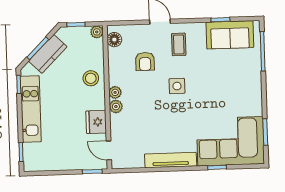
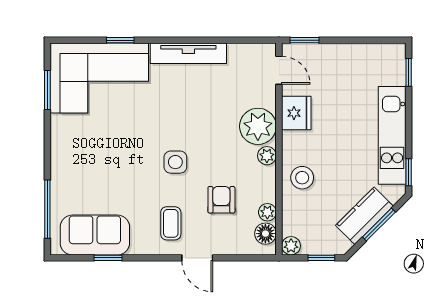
plant: (114, 54) -> (267, 212), added
plant: (116, 106) -> (258, 126), width x1.88, depth x1.88

